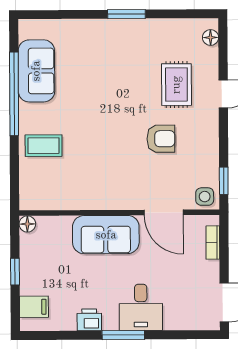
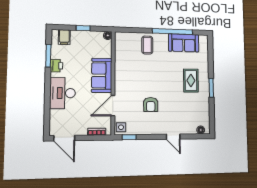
rug: (176, 85) -> (191, 80), moved, turned 90
desk: (141, 307) -> (63, 93), width x1.37
window: (123, 335) -> (48, 56), moved

